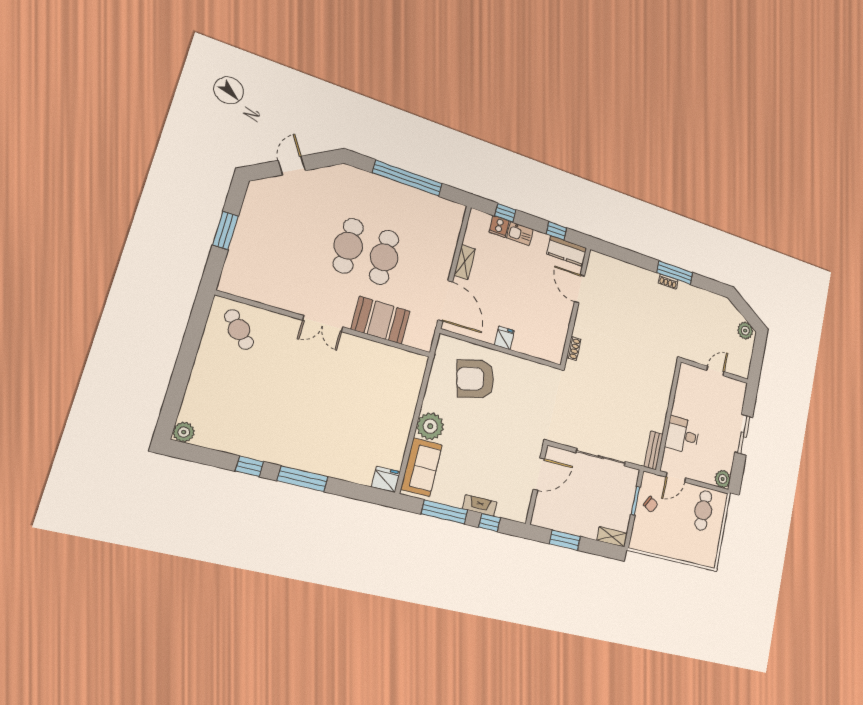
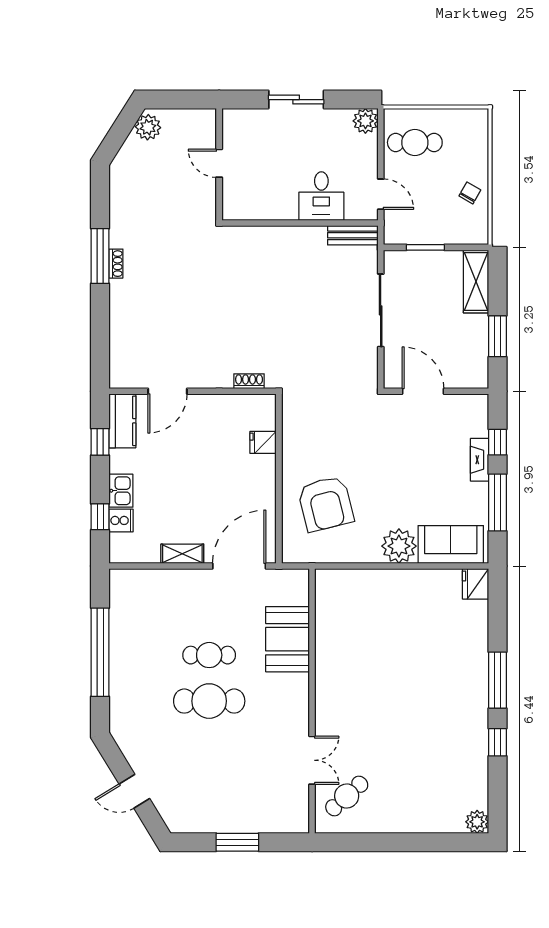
cafe table: (384, 257) -> (209, 655), width x0.73, depth x0.74
double door: (323, 324) -> (312, 760), moved
fridge: (504, 338) -> (263, 442), moved
chair: (651, 504) -> (470, 193), moved
shelving: (612, 537) -> (476, 281), width x1.50, depth x1.33

